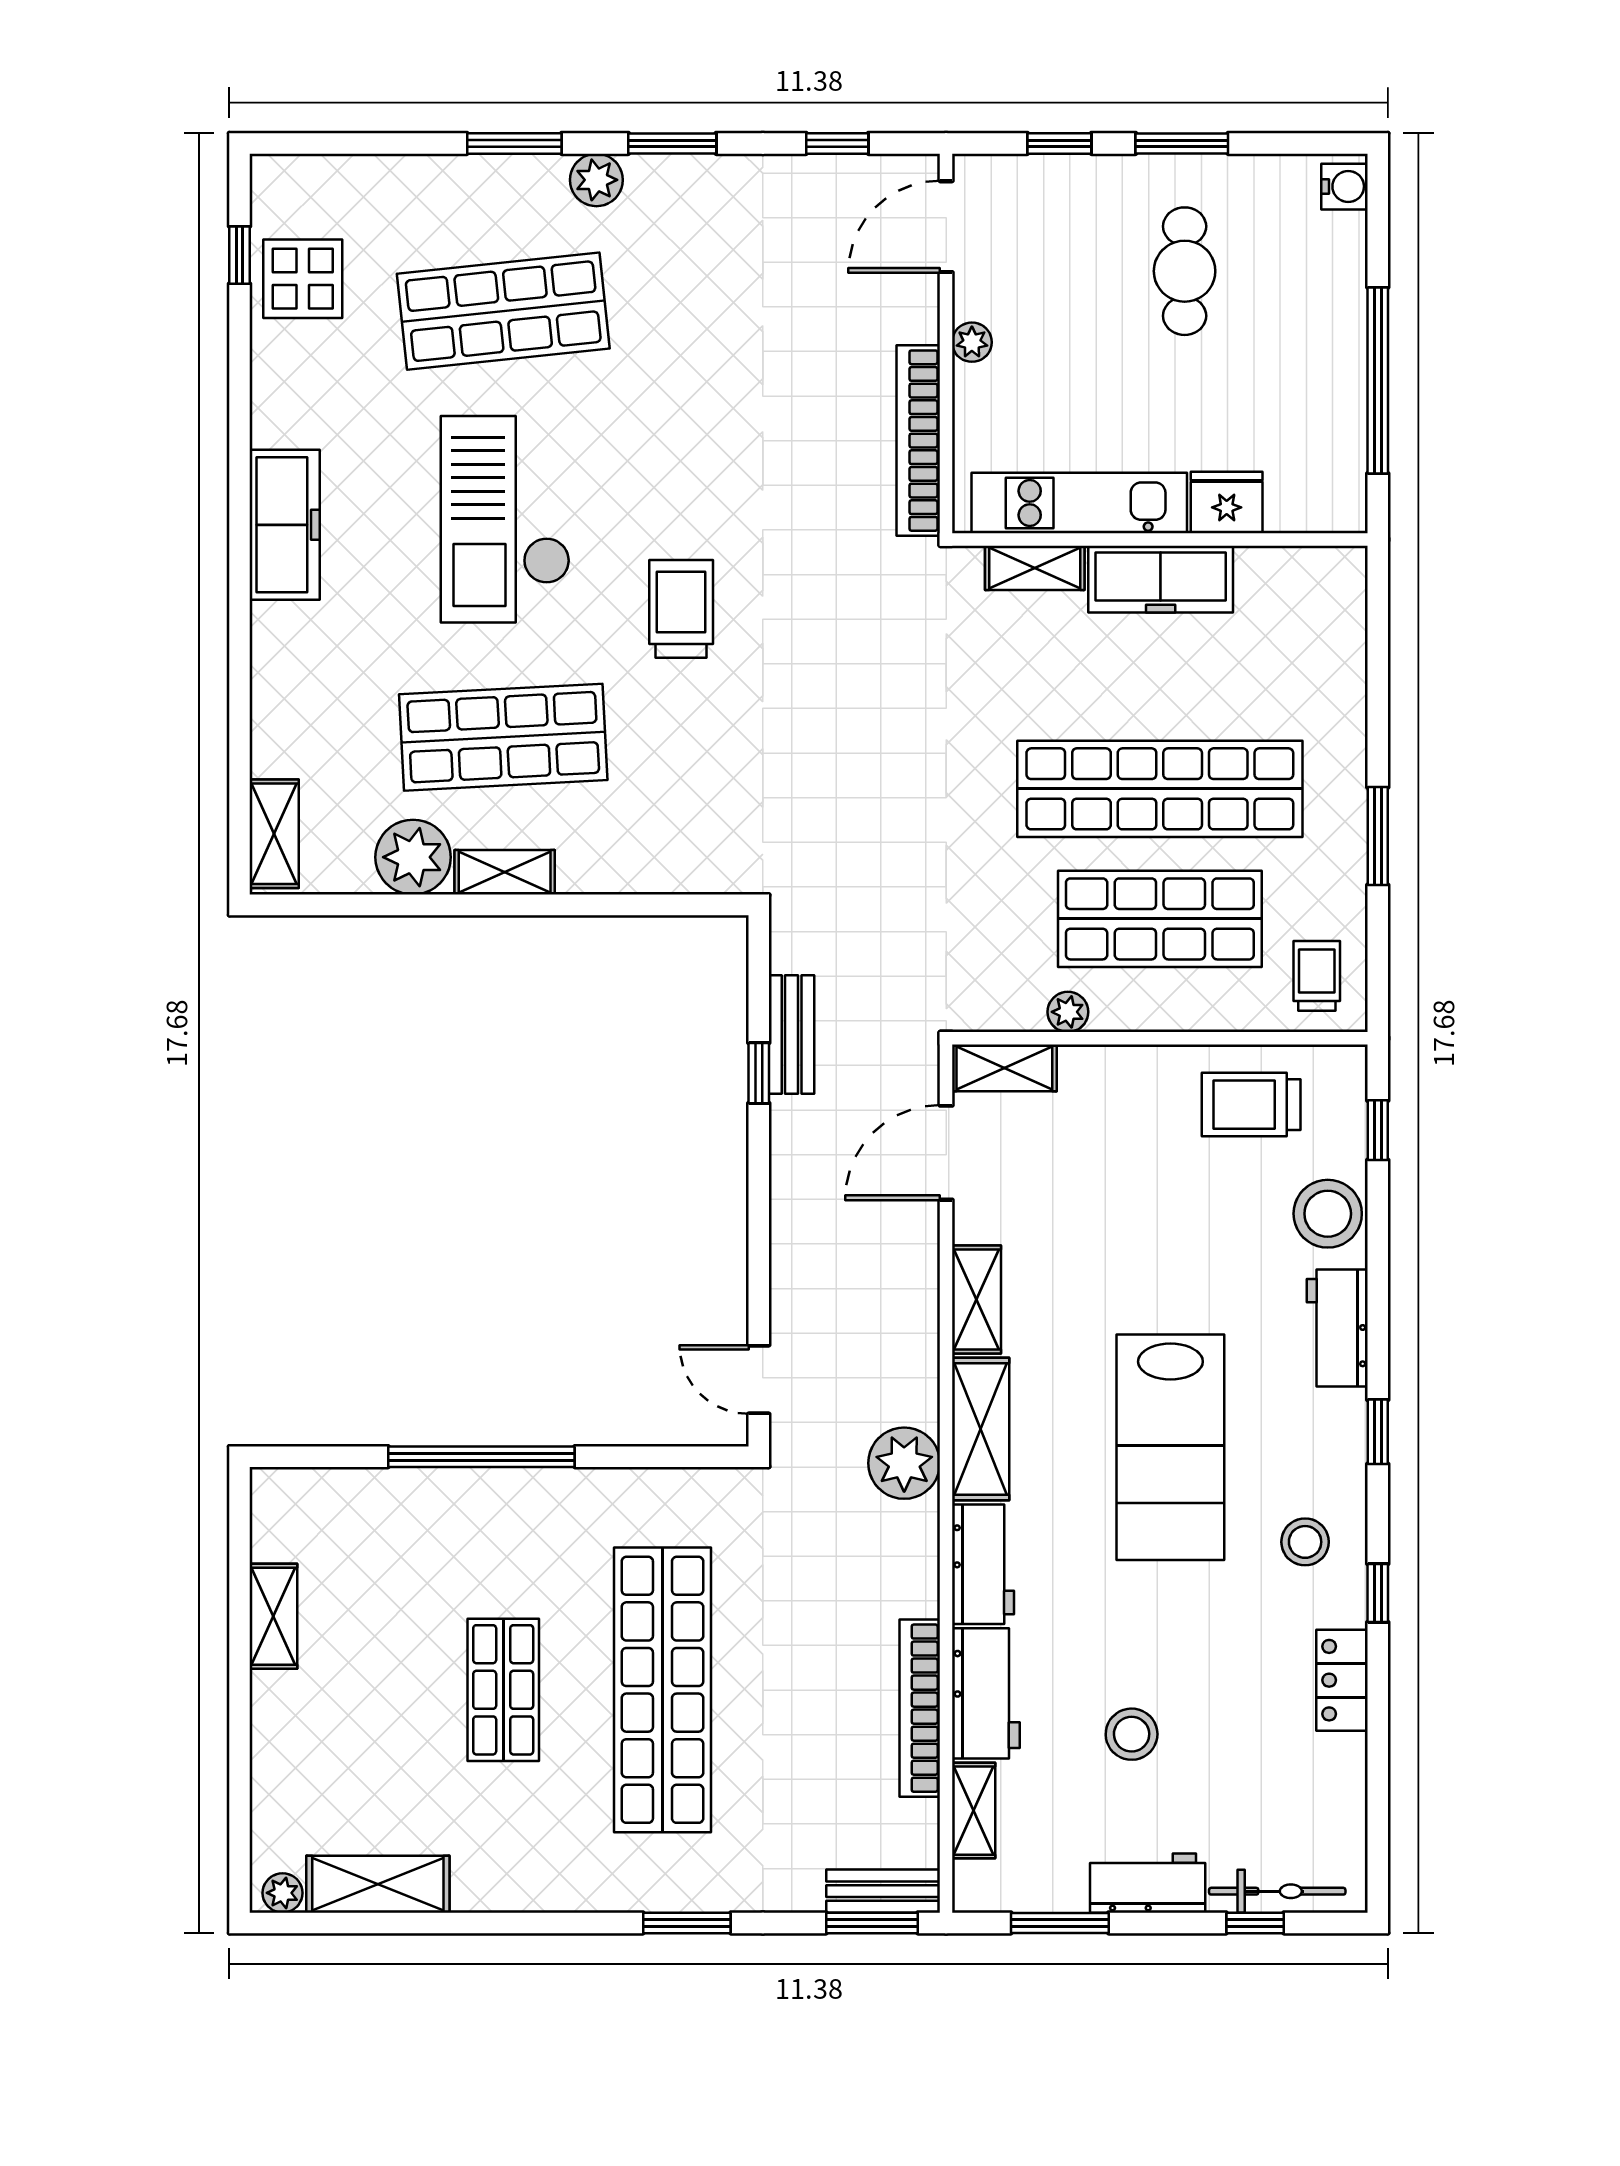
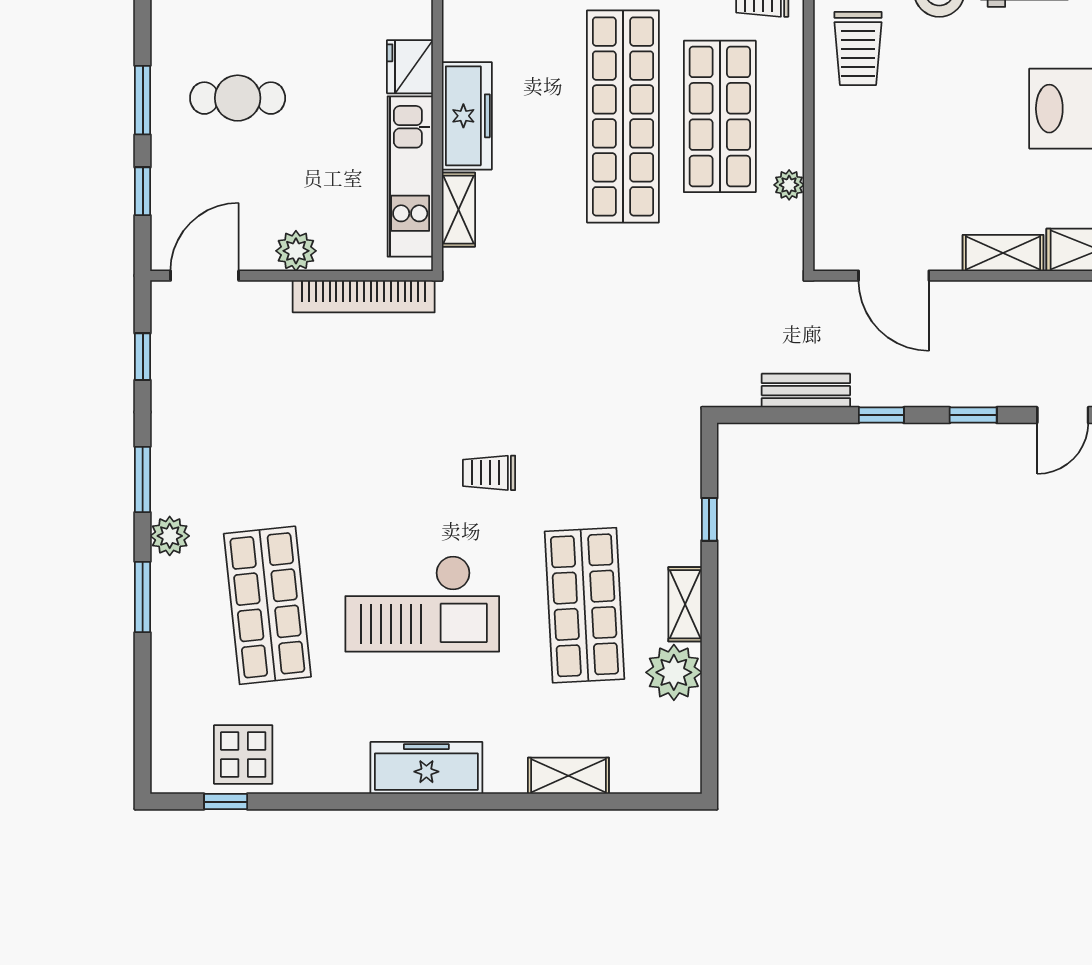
door: (946, 227) -> (205, 276), swing flipped
plant: (972, 342) -> (296, 251), width x1.38, depth x1.38
trolley: (681, 609) -> (489, 473), width x0.73, depth x0.72
shelving: (274, 834) -> (568, 776), moved
window: (619, 905) -> (709, 519), added
shelving: (1004, 1068) -> (831, 232), removed
window: (759, 1073) -> (881, 415), moved
window: (759, 1259) -> (973, 415), added

